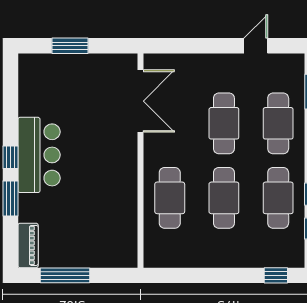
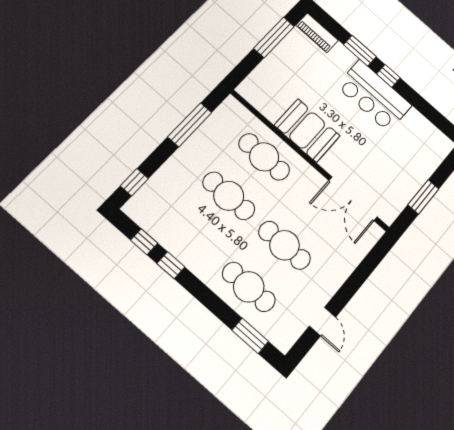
window: (70, 46) -> (423, 197), moved
booth: (118, 183) -> (307, 130), added
cafe table: (278, 198) -> (192, 236), removed
window: (196, 275) -> (190, 125), added

